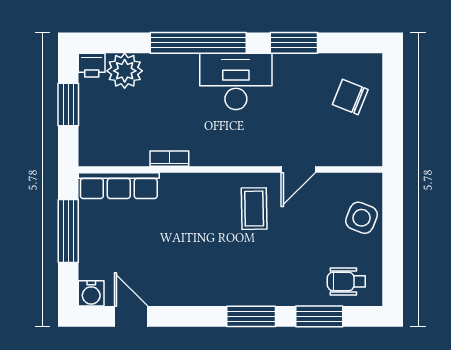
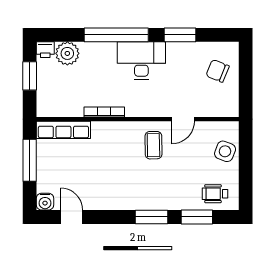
bookcase: (169, 159) -> (104, 112), width x1.56

